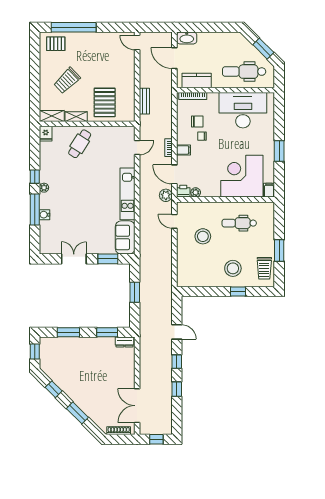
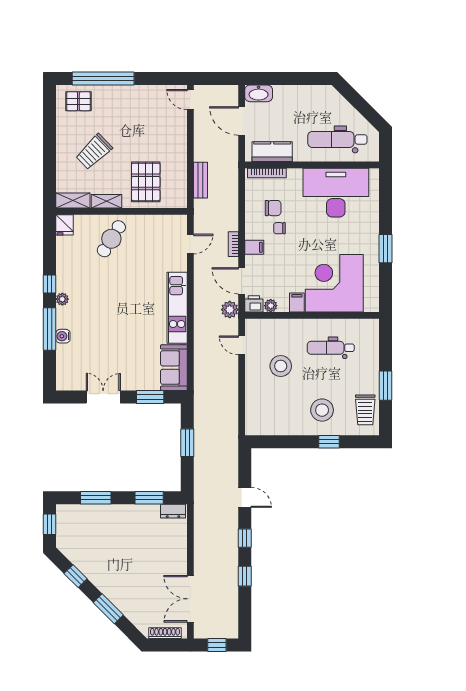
window: (263, 49) -> (364, 108), removed
filing cabinet: (269, 190) -> (297, 303), moved

